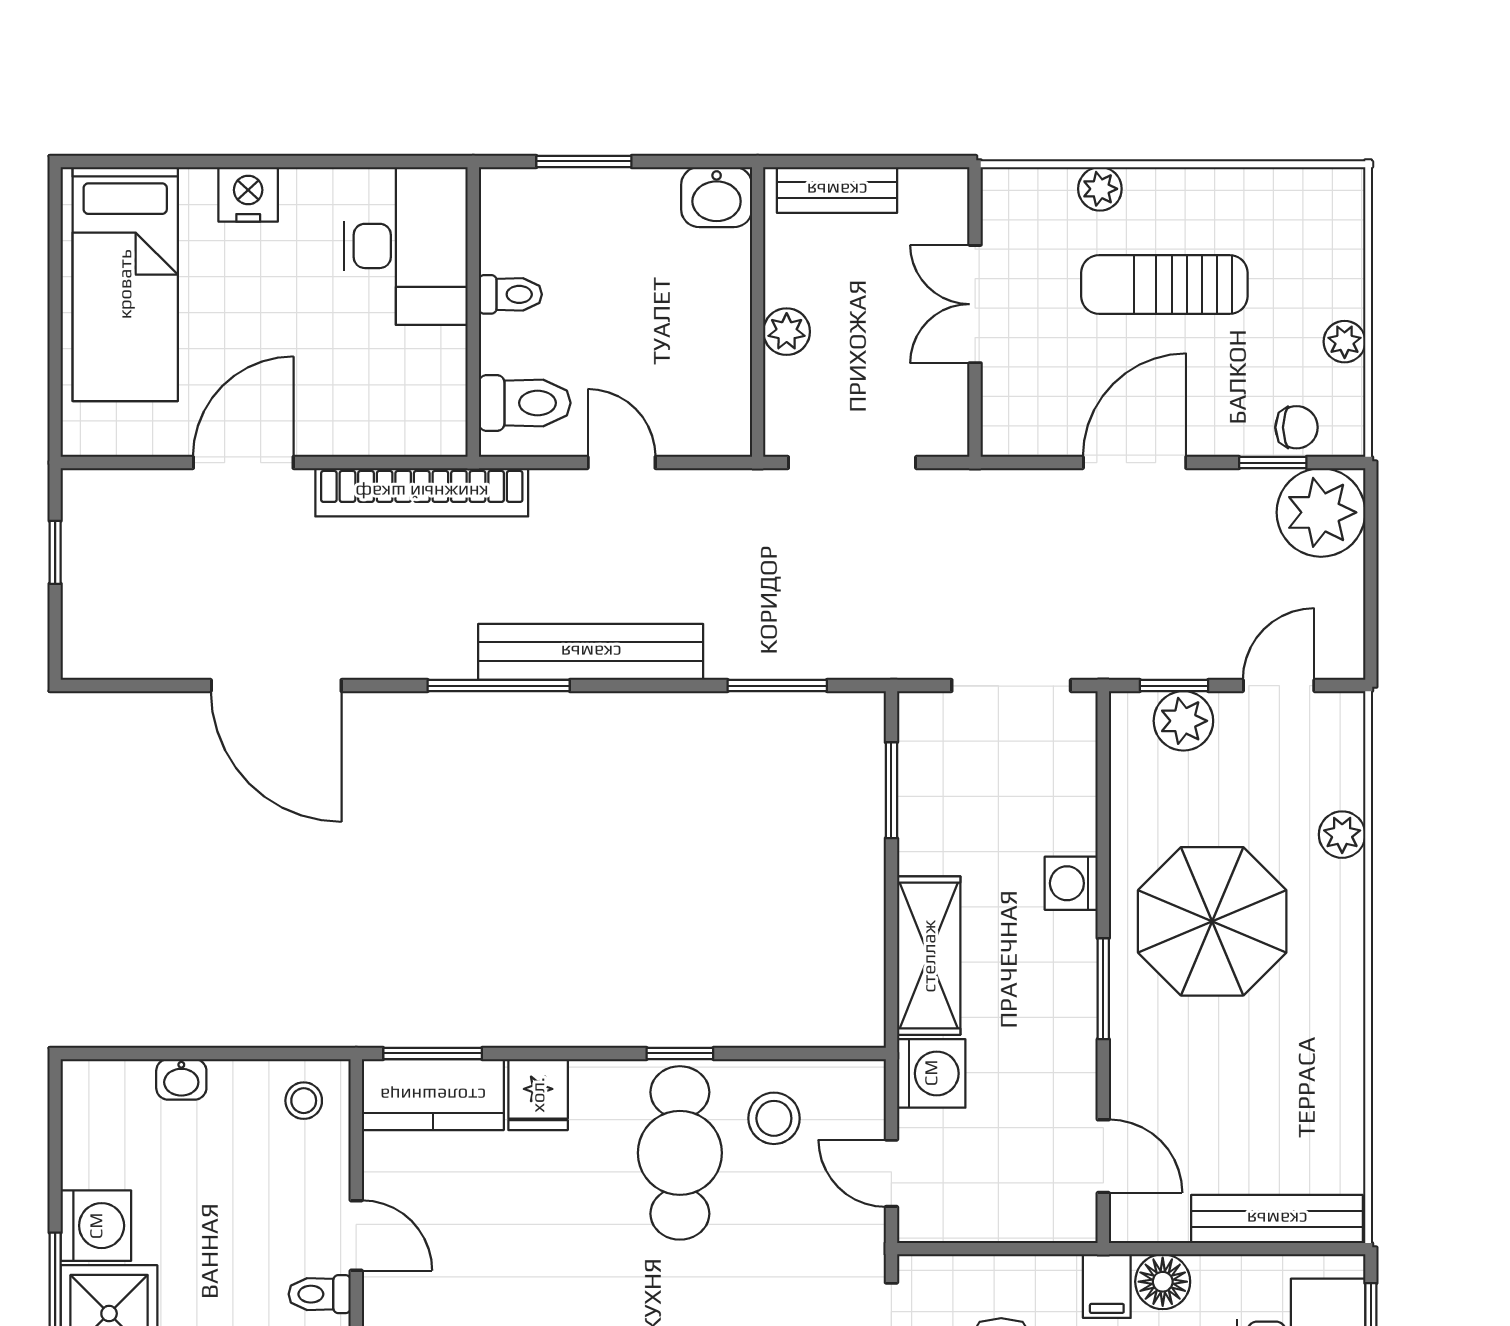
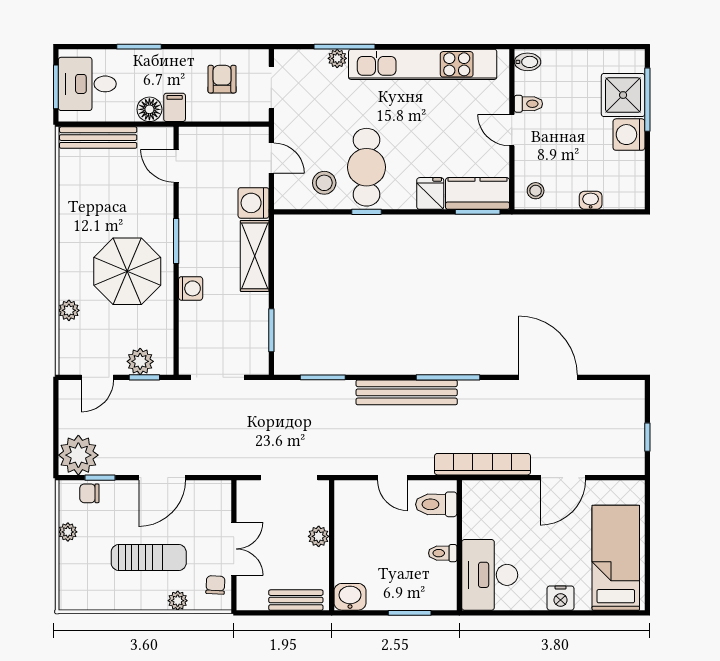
chair: (1016, 224) -> (215, 585), added

